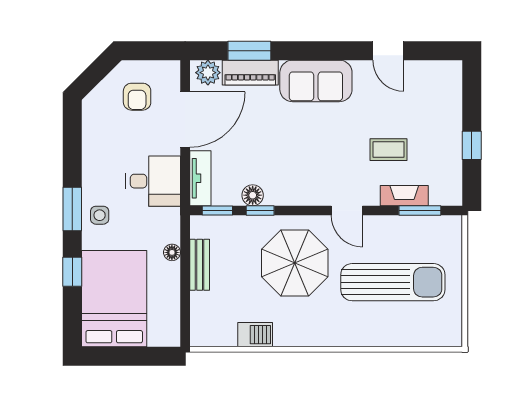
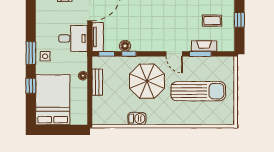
coffee table: (388, 150) -> (212, 21), moved
window: (420, 211) -> (200, 54), moved
barbecue: (255, 335) -> (137, 119), moved

